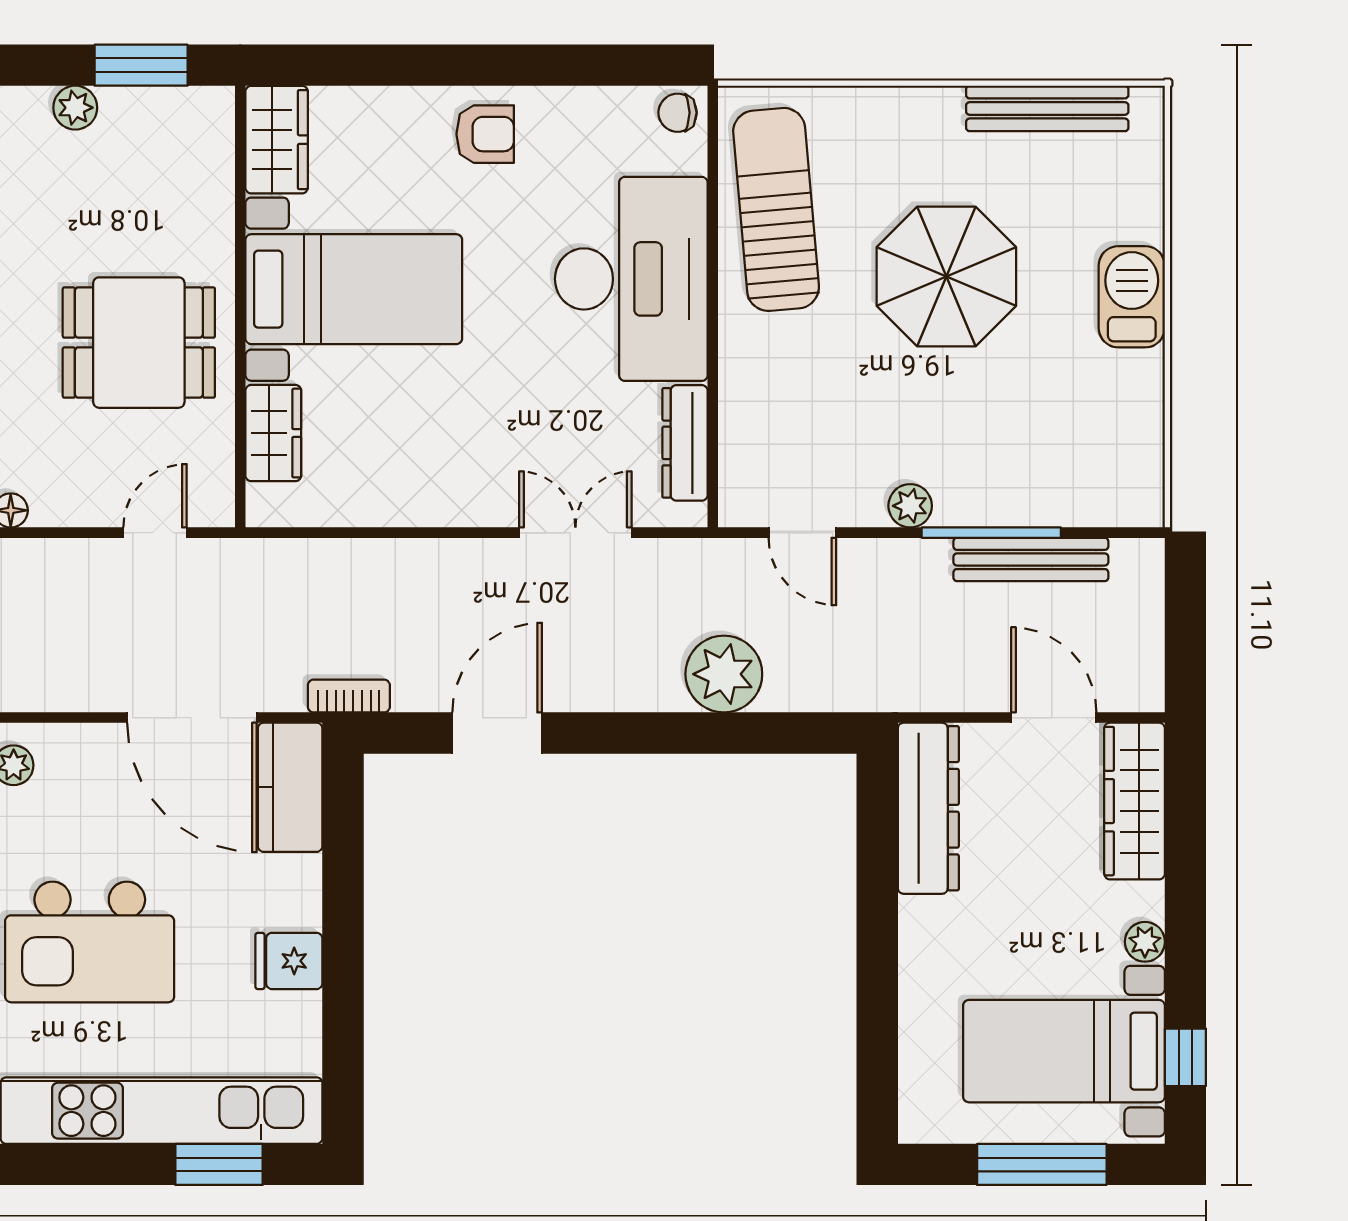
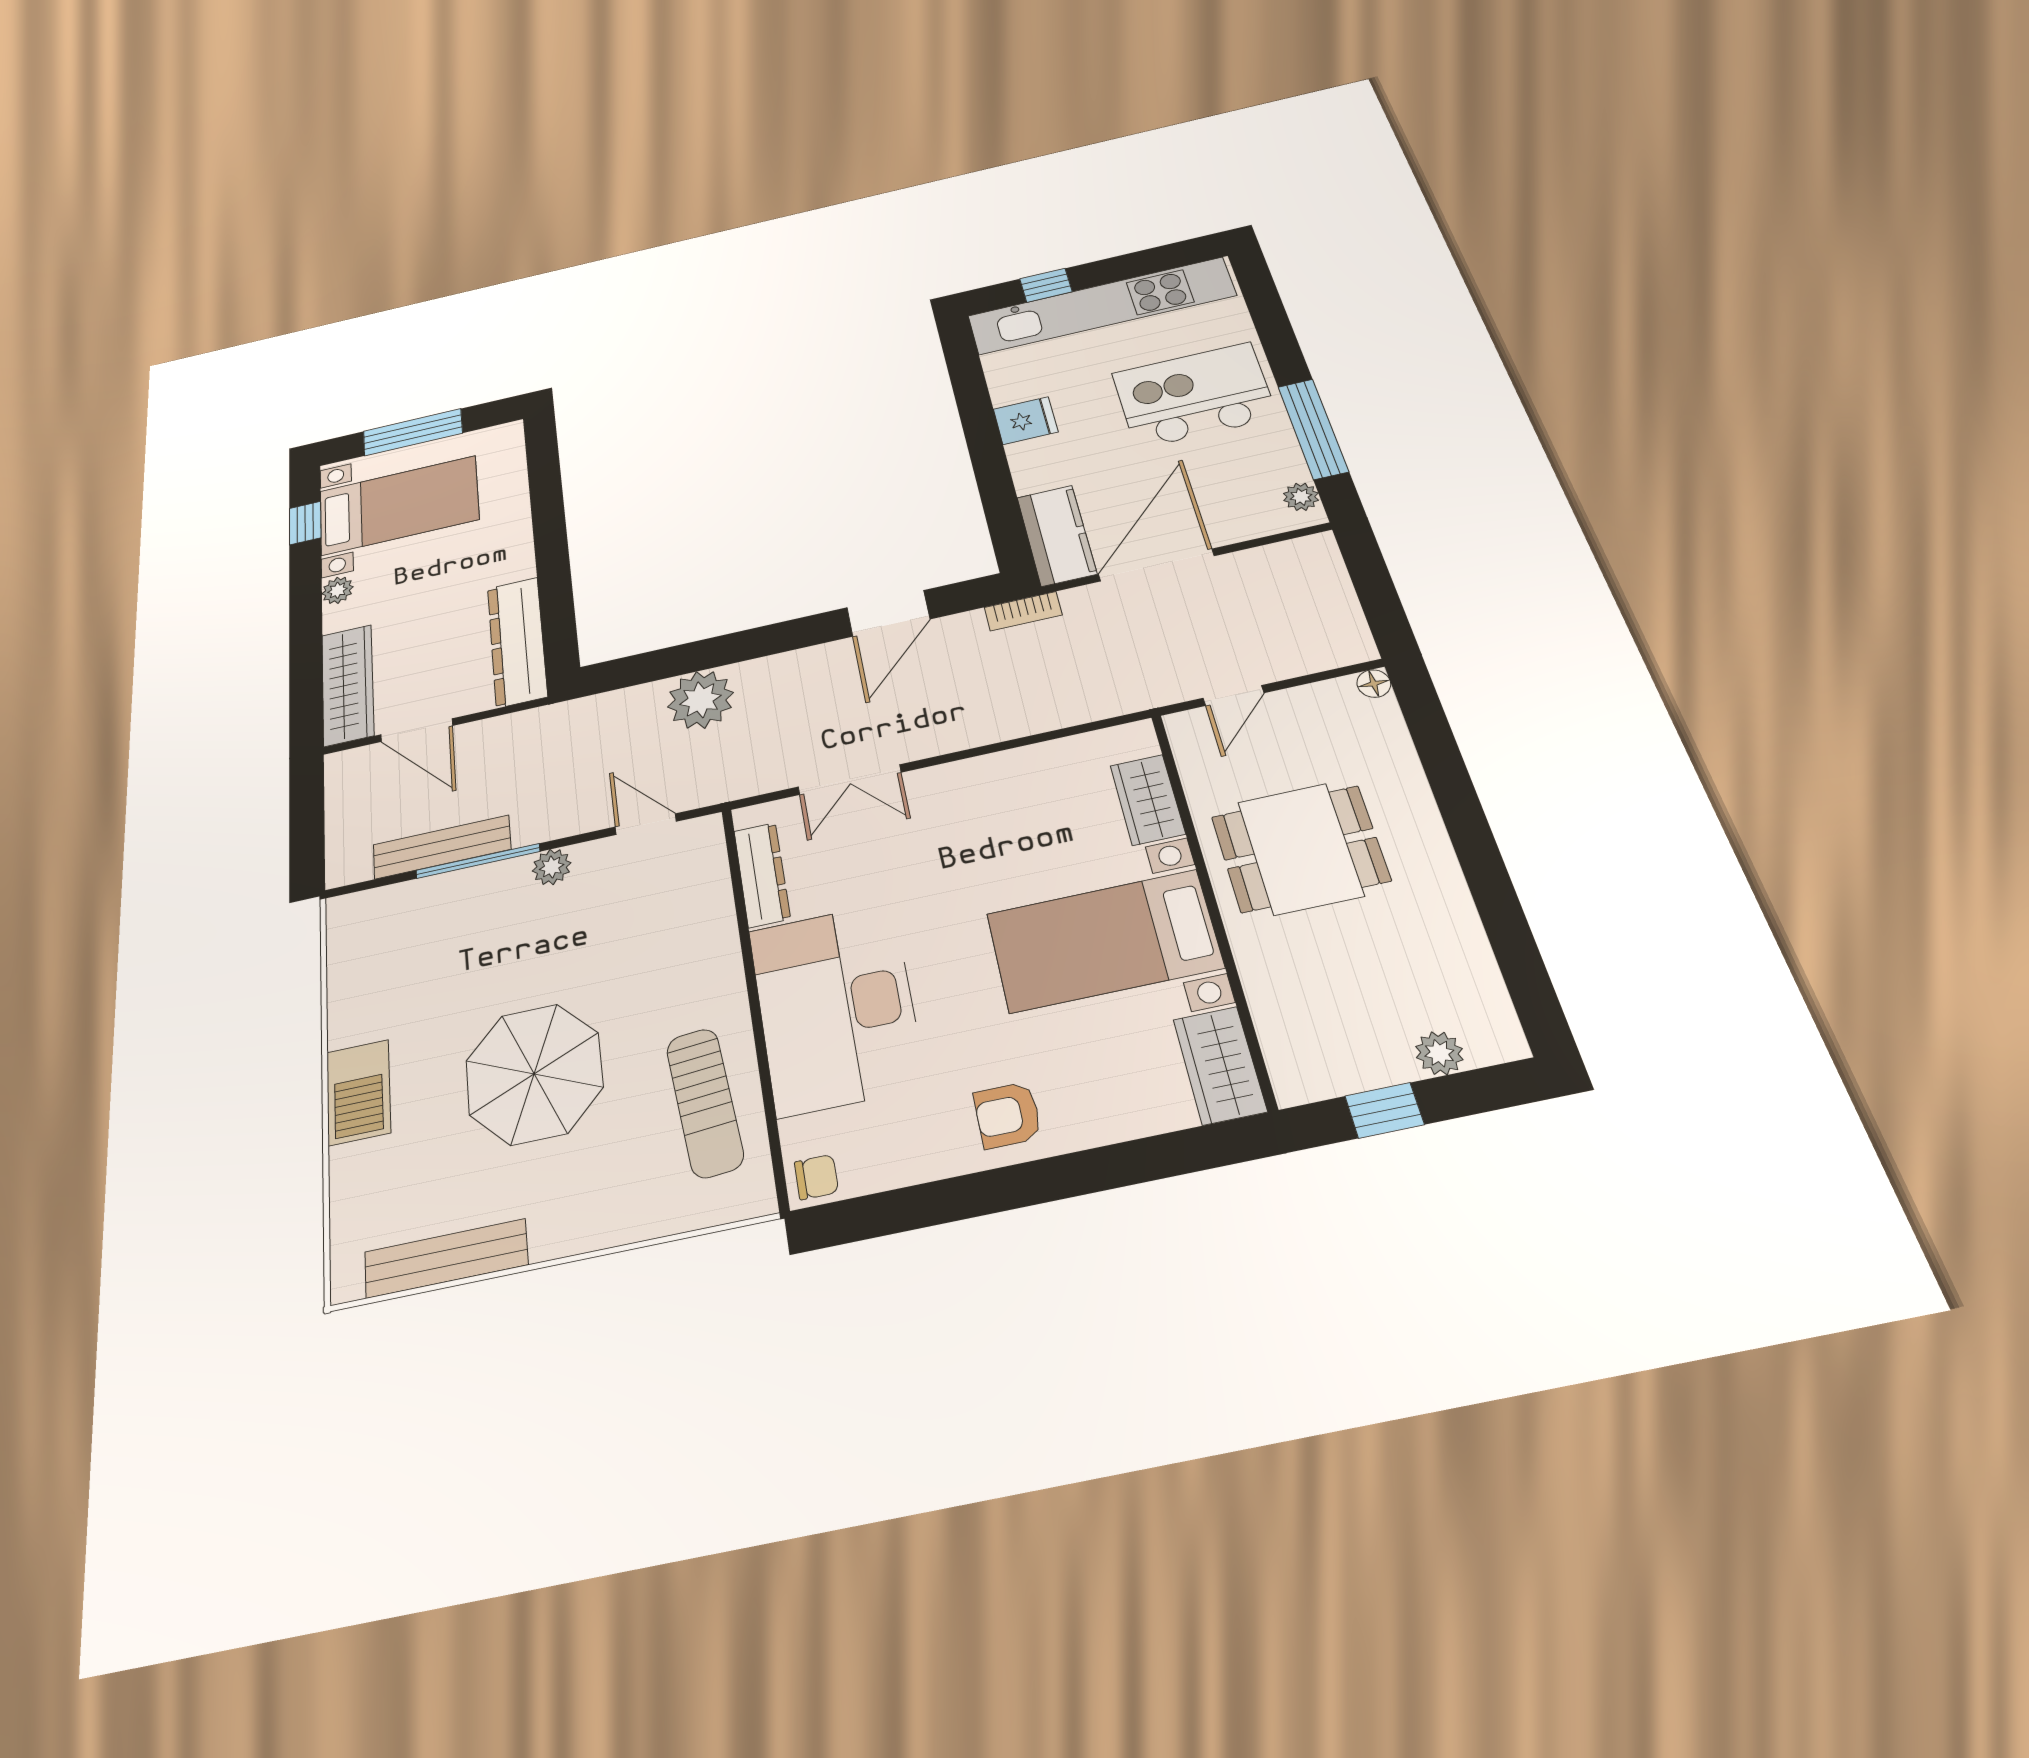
window: (141, 65) -> (1384, 1110), width x0.67
sun lounger: (776, 209) -> (705, 1102), width x0.73, depth x0.75
door: (192, 718) -> (1156, 565), hinge flipped
window: (219, 1164) -> (1046, 285), width x0.67

